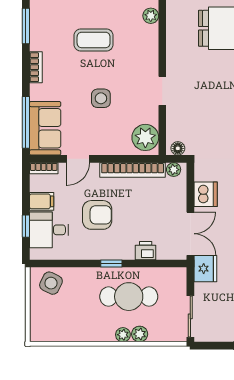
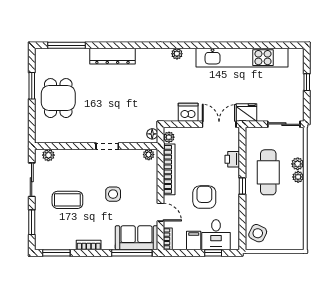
coffee table: (94, 40) -> (67, 200), turned 90
plant: (145, 137) -> (149, 155), width x0.53, depth x0.53

